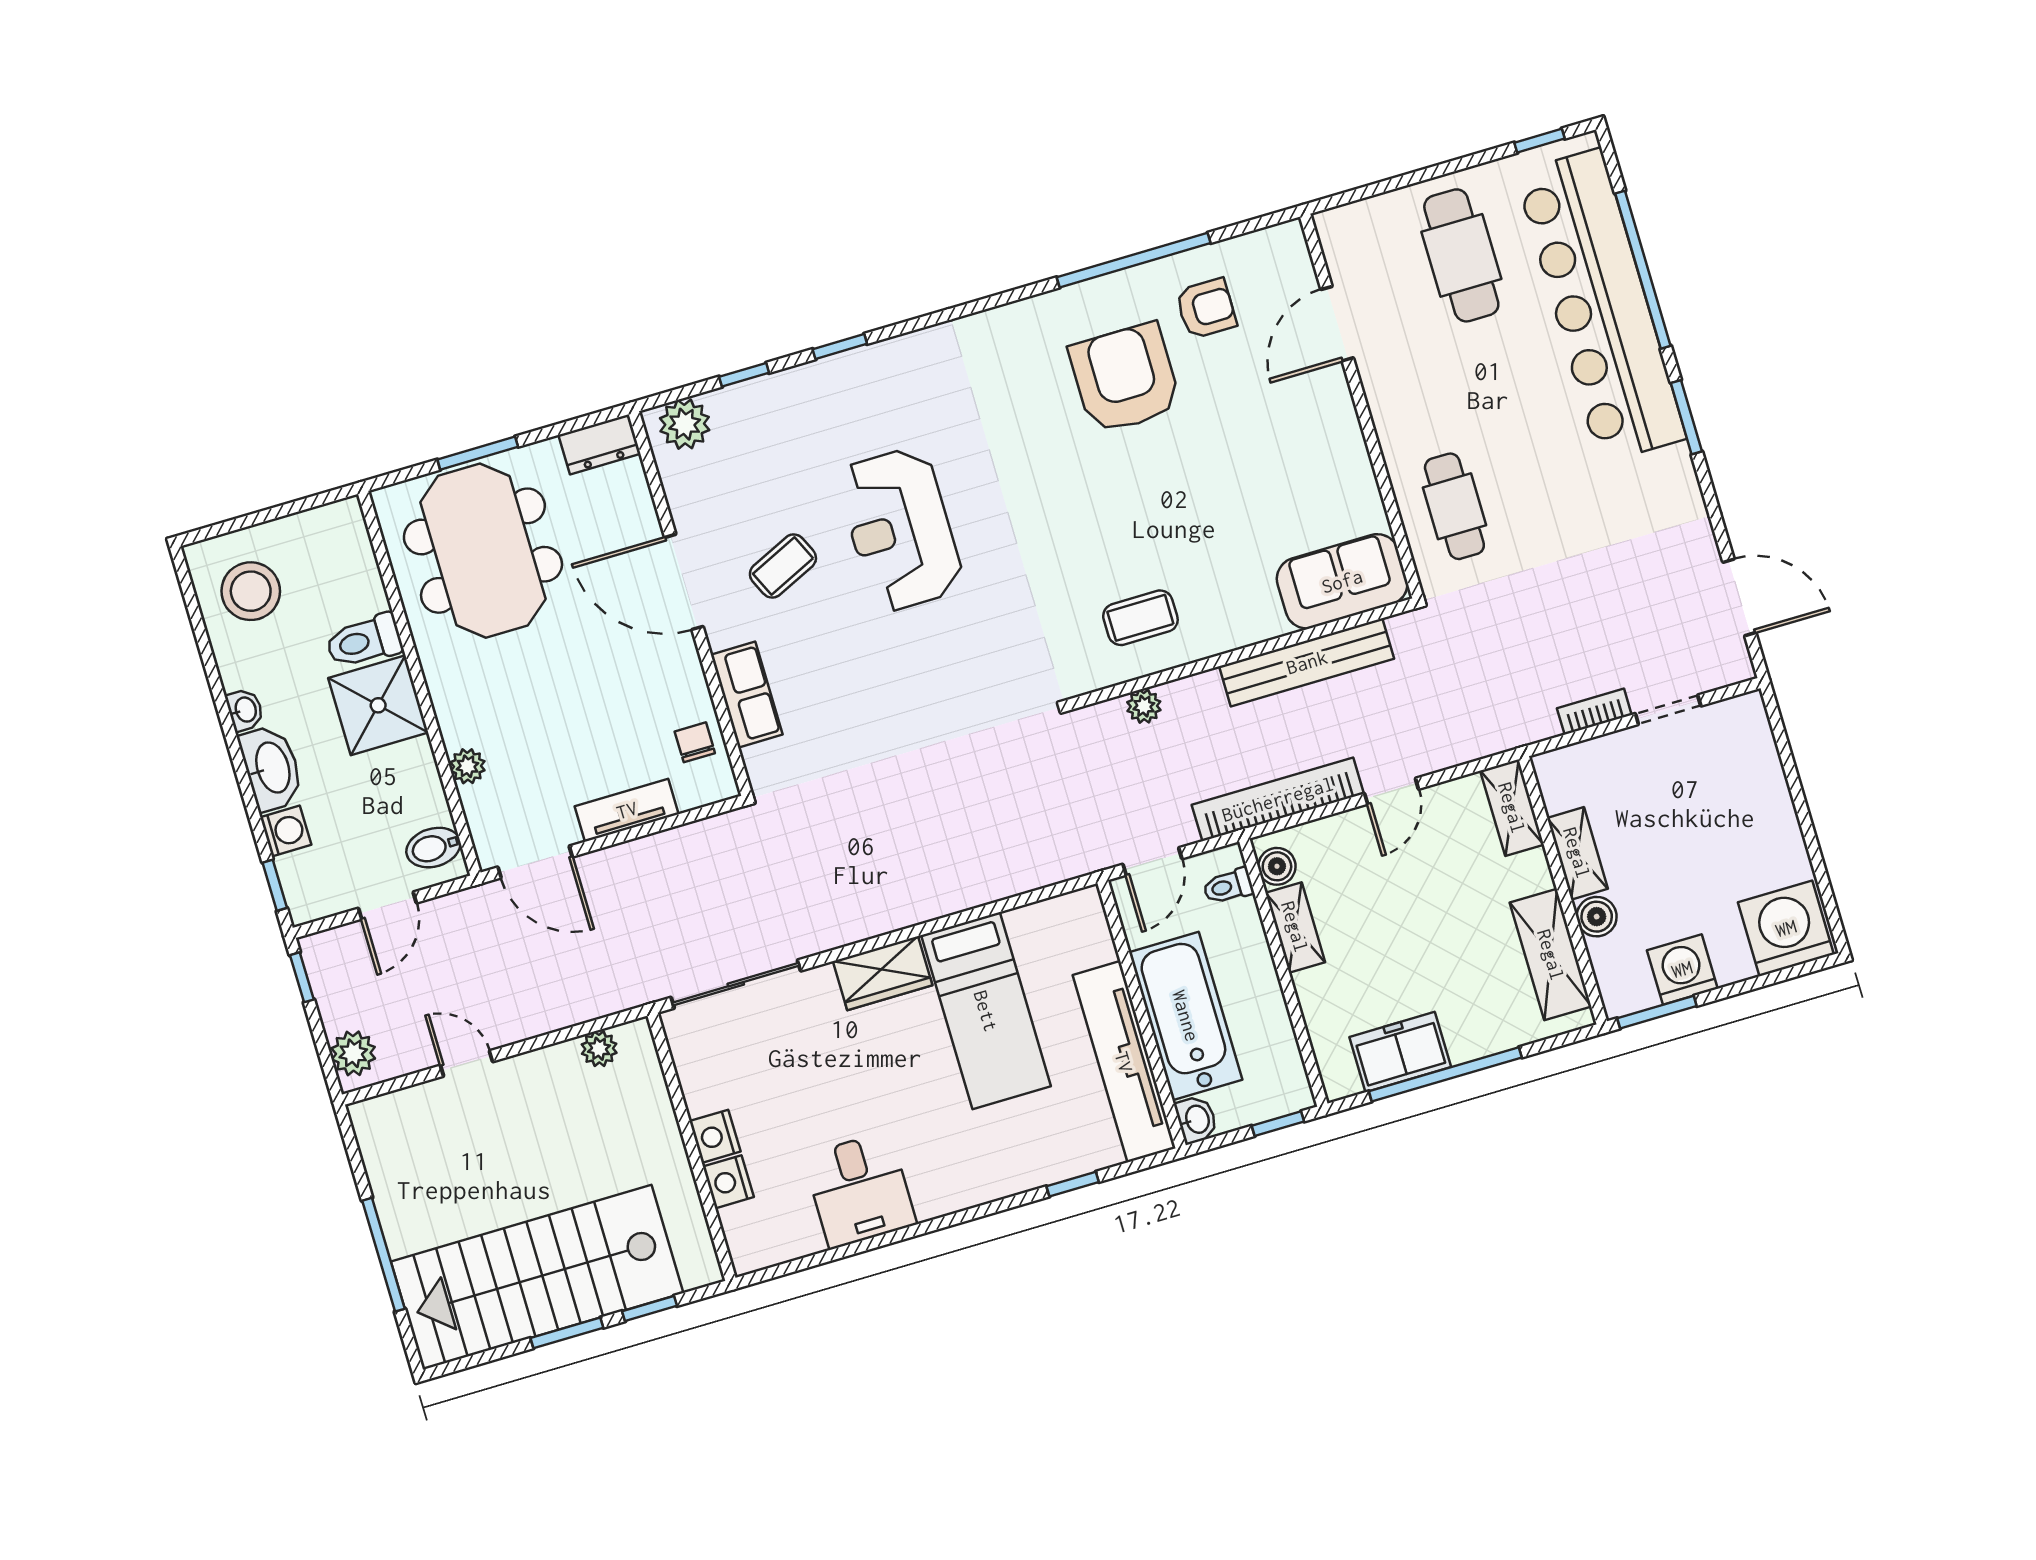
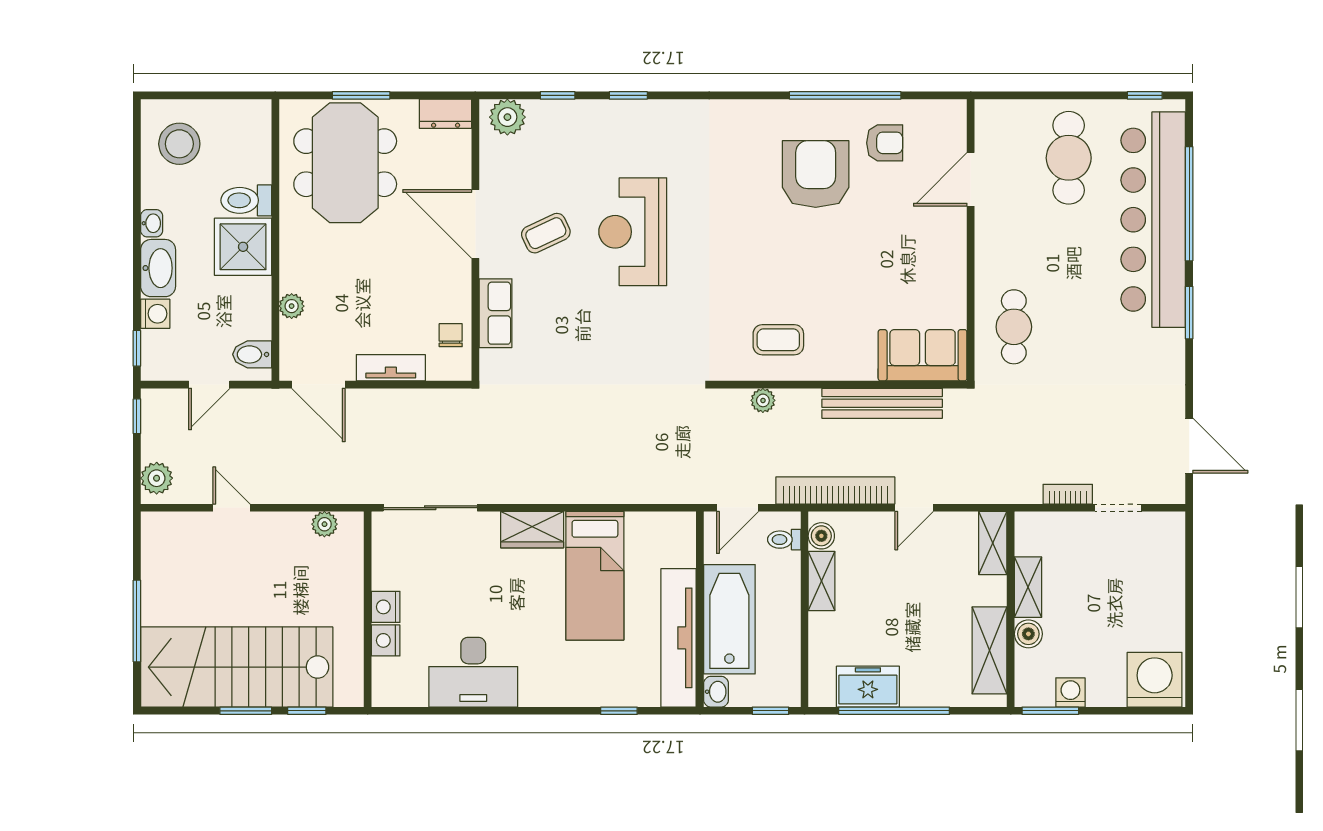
washing machine: (1682, 969) -> (1070, 692), width x0.73, depth x0.73
desk: (860, 1190) -> (473, 672), width x1.37

